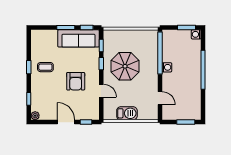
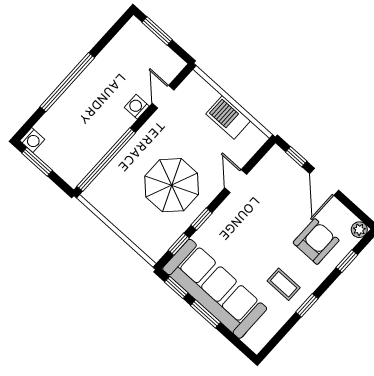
sofa: (78, 38) -> (215, 289), width x1.36, depth x1.27
washing machine: (167, 67) -> (137, 107), moved
armchair: (76, 81) -> (316, 241), moved

